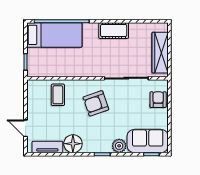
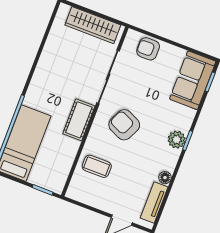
cot: (114, 31) -> (79, 120), moved
armchair: (96, 103) -> (124, 125), turned 134
floor lamp: (73, 144) -> (165, 178), width x0.53, depth x0.53
plant: (119, 146) -> (177, 140), moved

